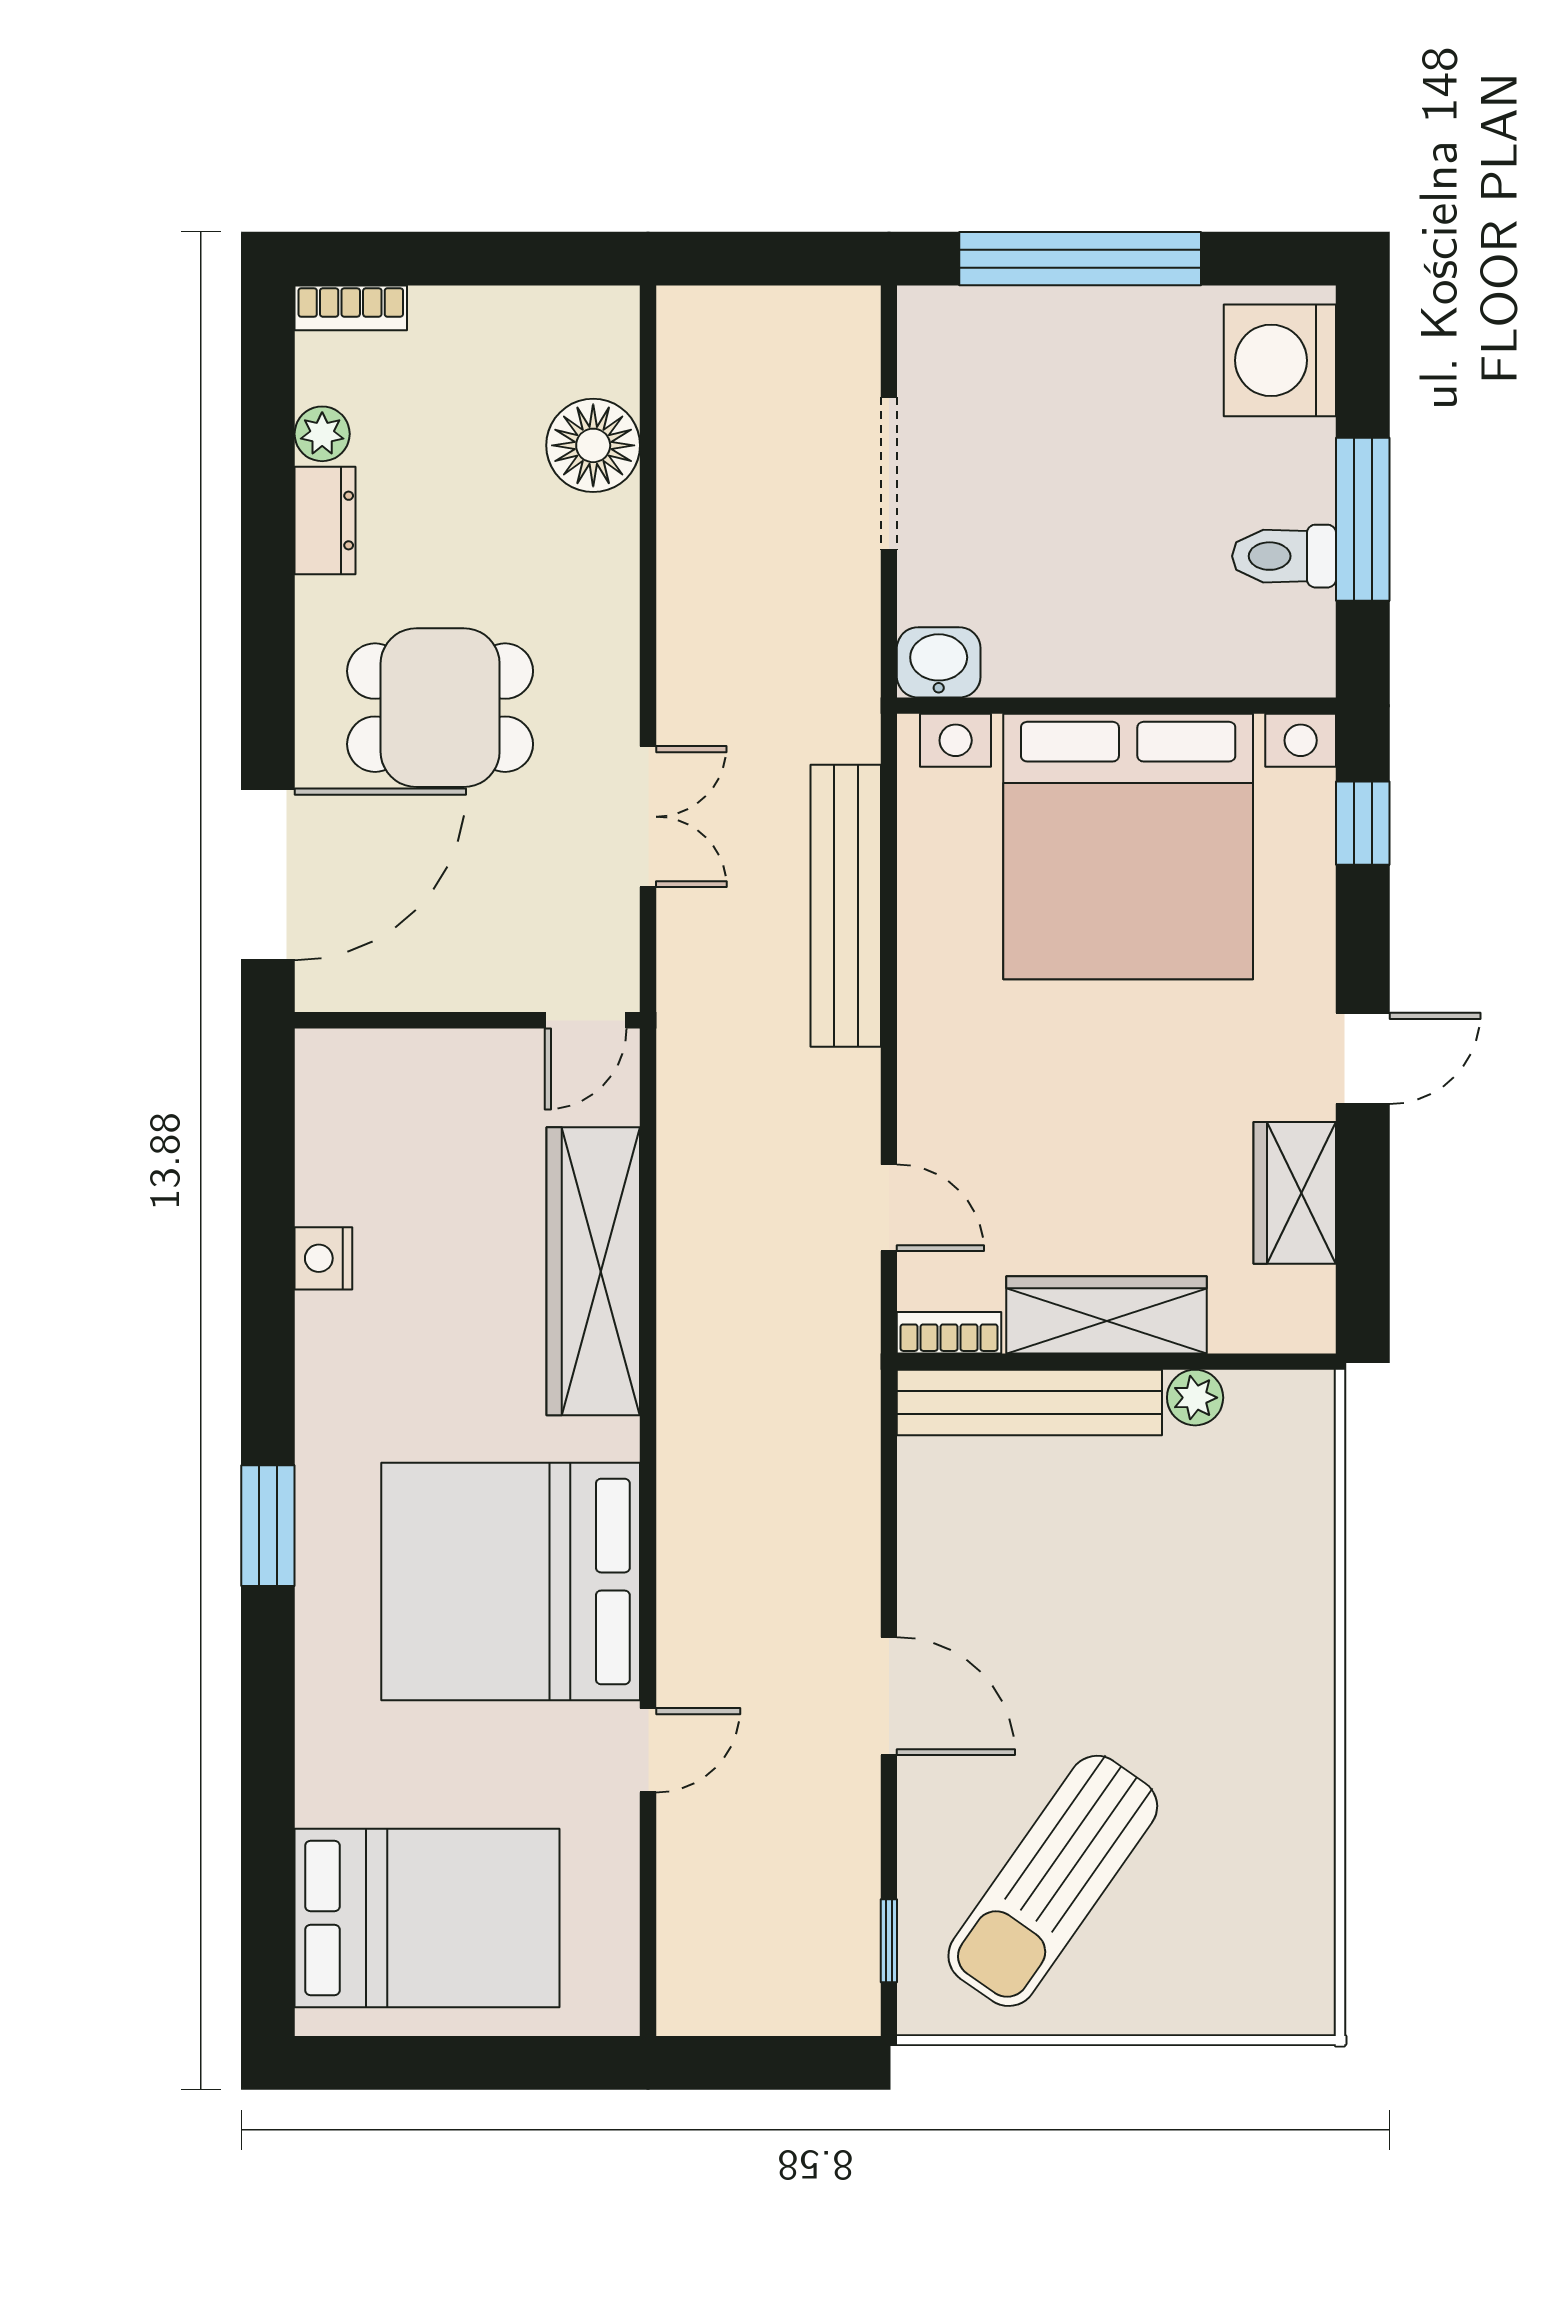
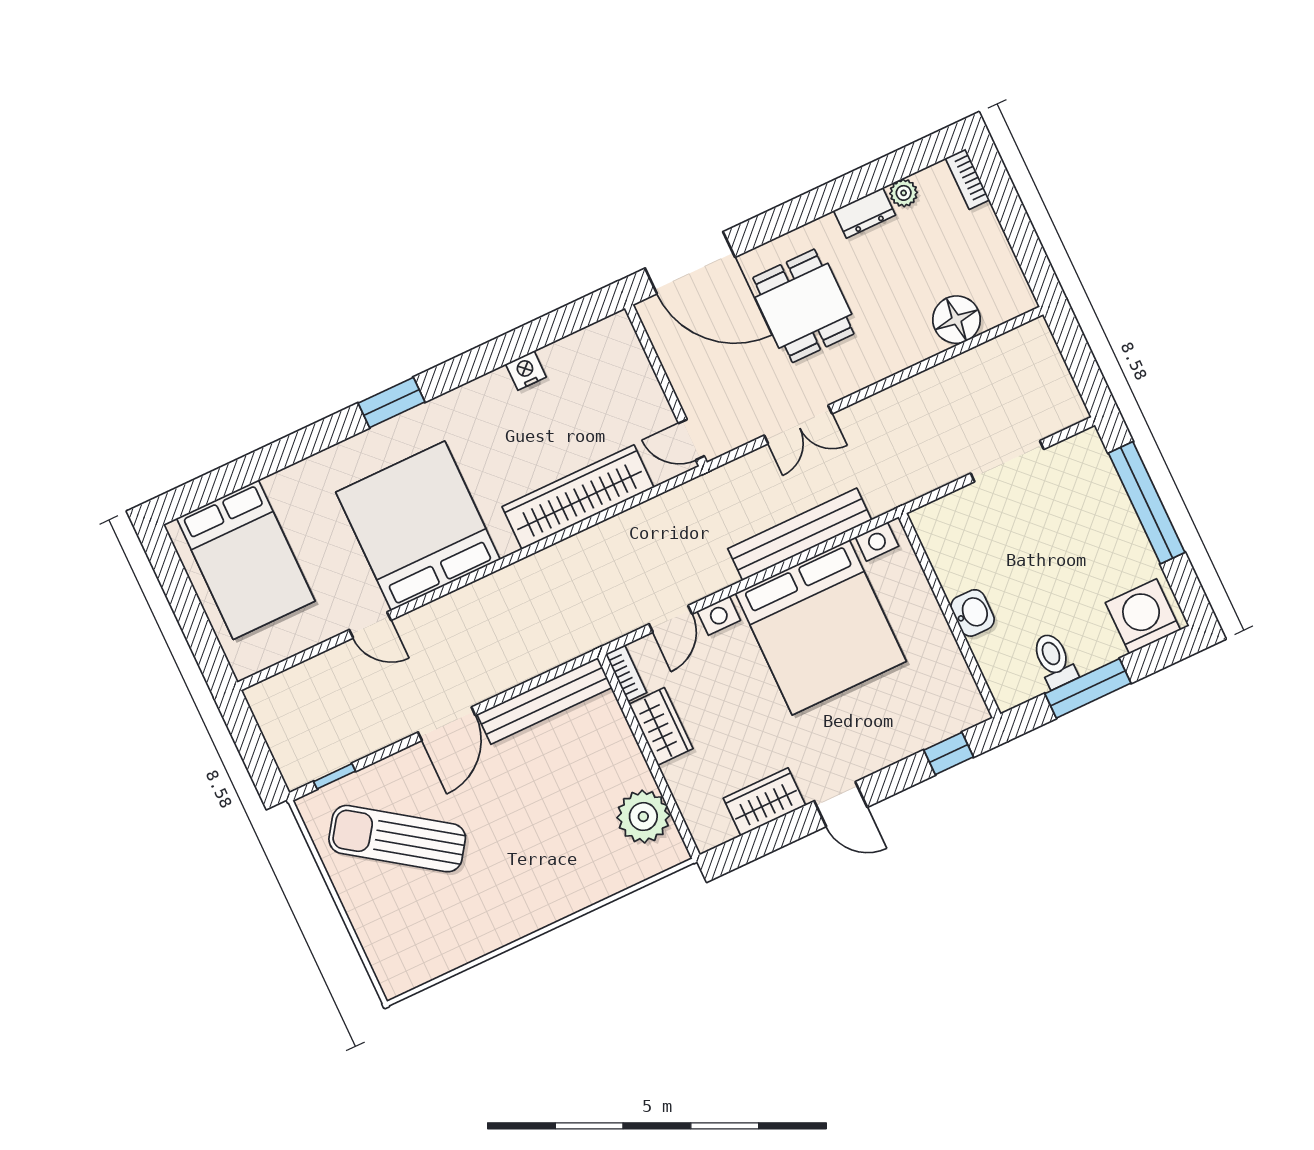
washbasin: (939, 662) -> (973, 613), moved
bed with nightstands: (1128, 847) -> (821, 627), moved, turned -90
wardrobe: (1107, 1315) -> (661, 726), width x0.67
plant: (1195, 1398) -> (643, 817), width x1.87, depth x1.87
bench: (1029, 1403) -> (544, 701), moved, turned 90

